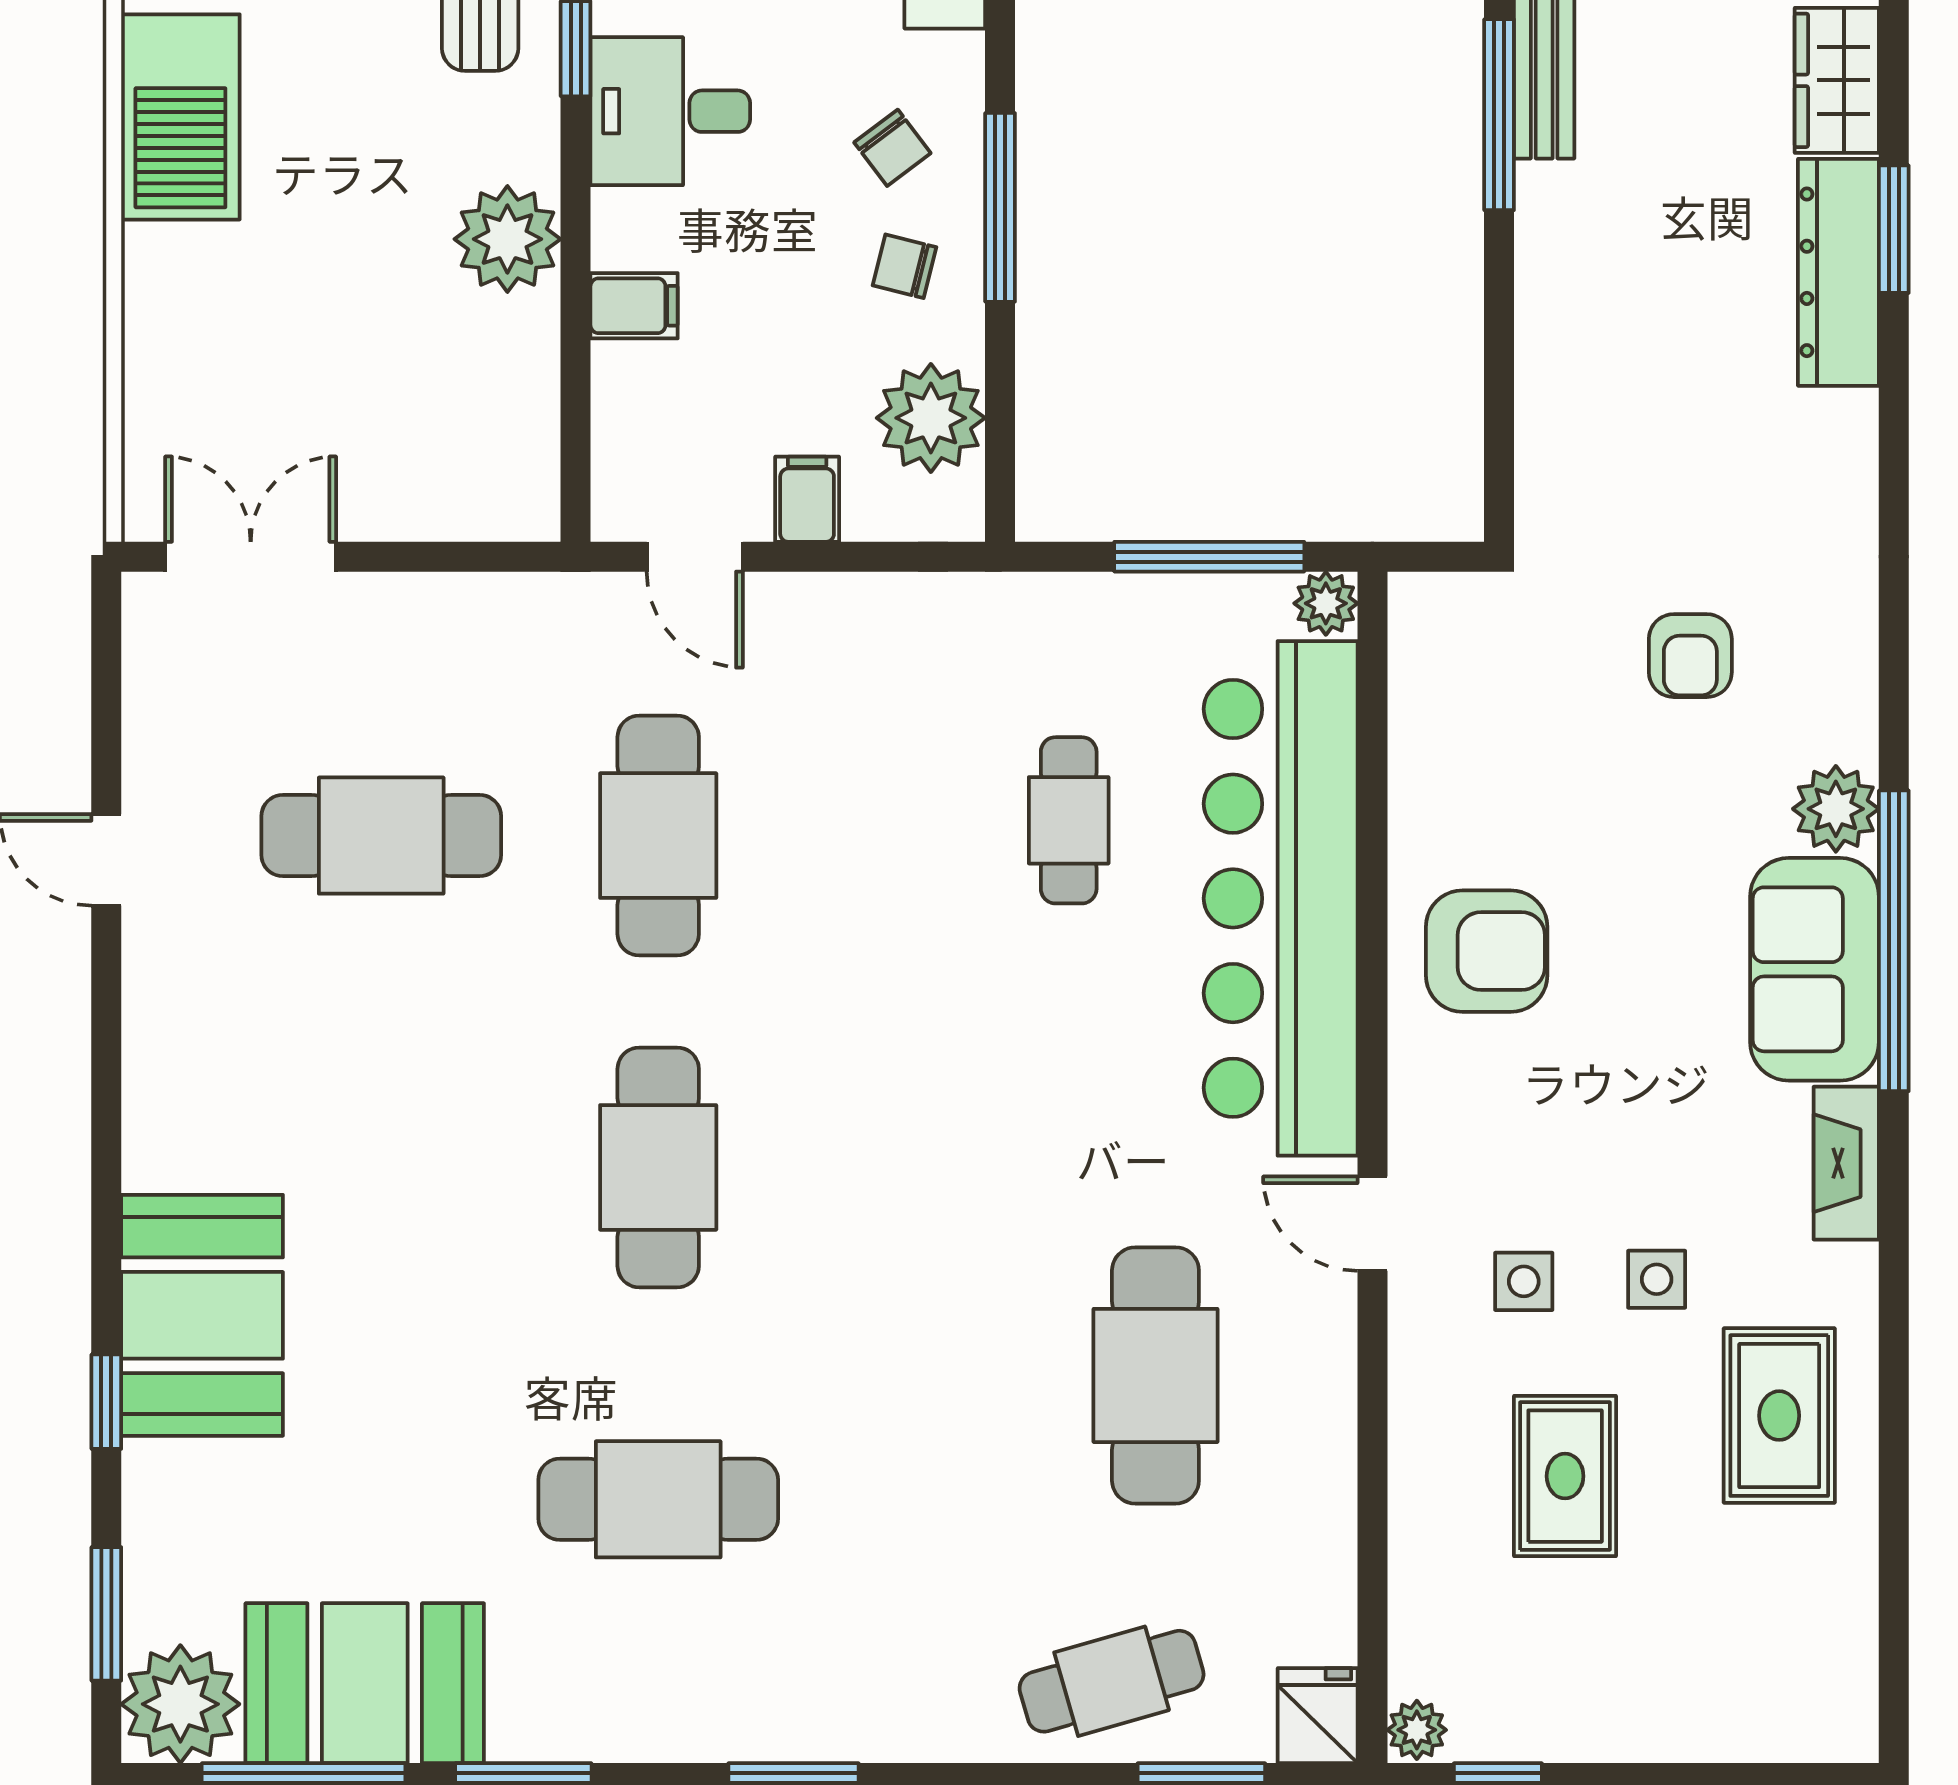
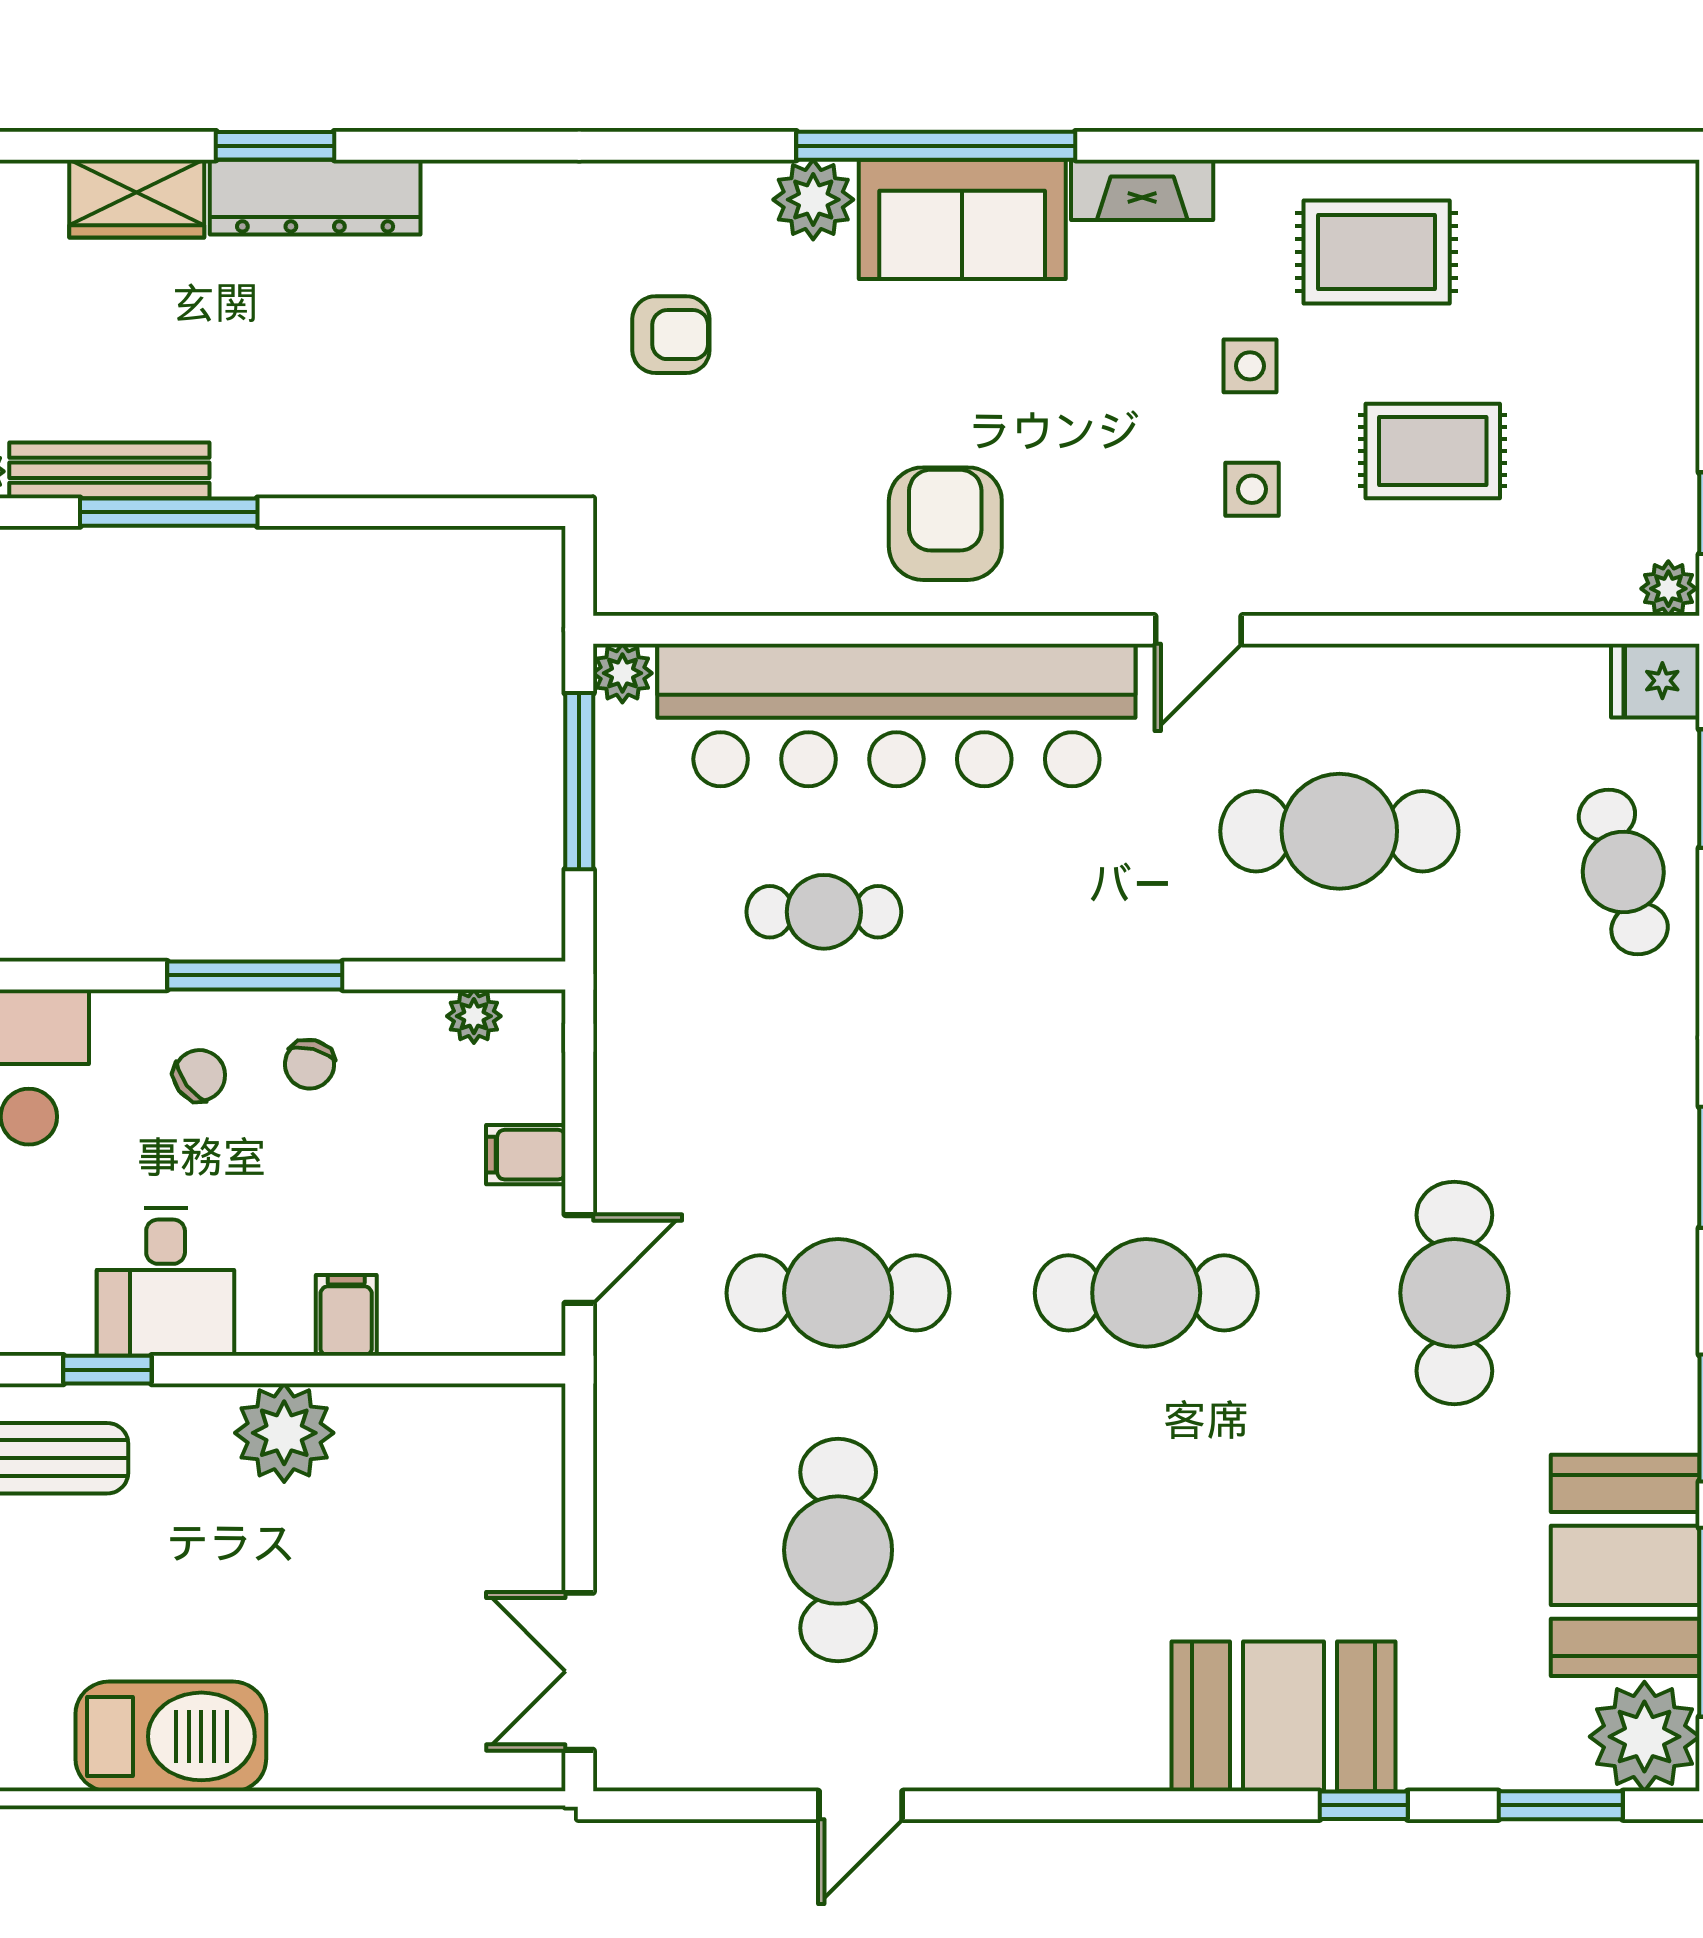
plant: (931, 418) -> (474, 1016), width x0.53, depth x0.53

